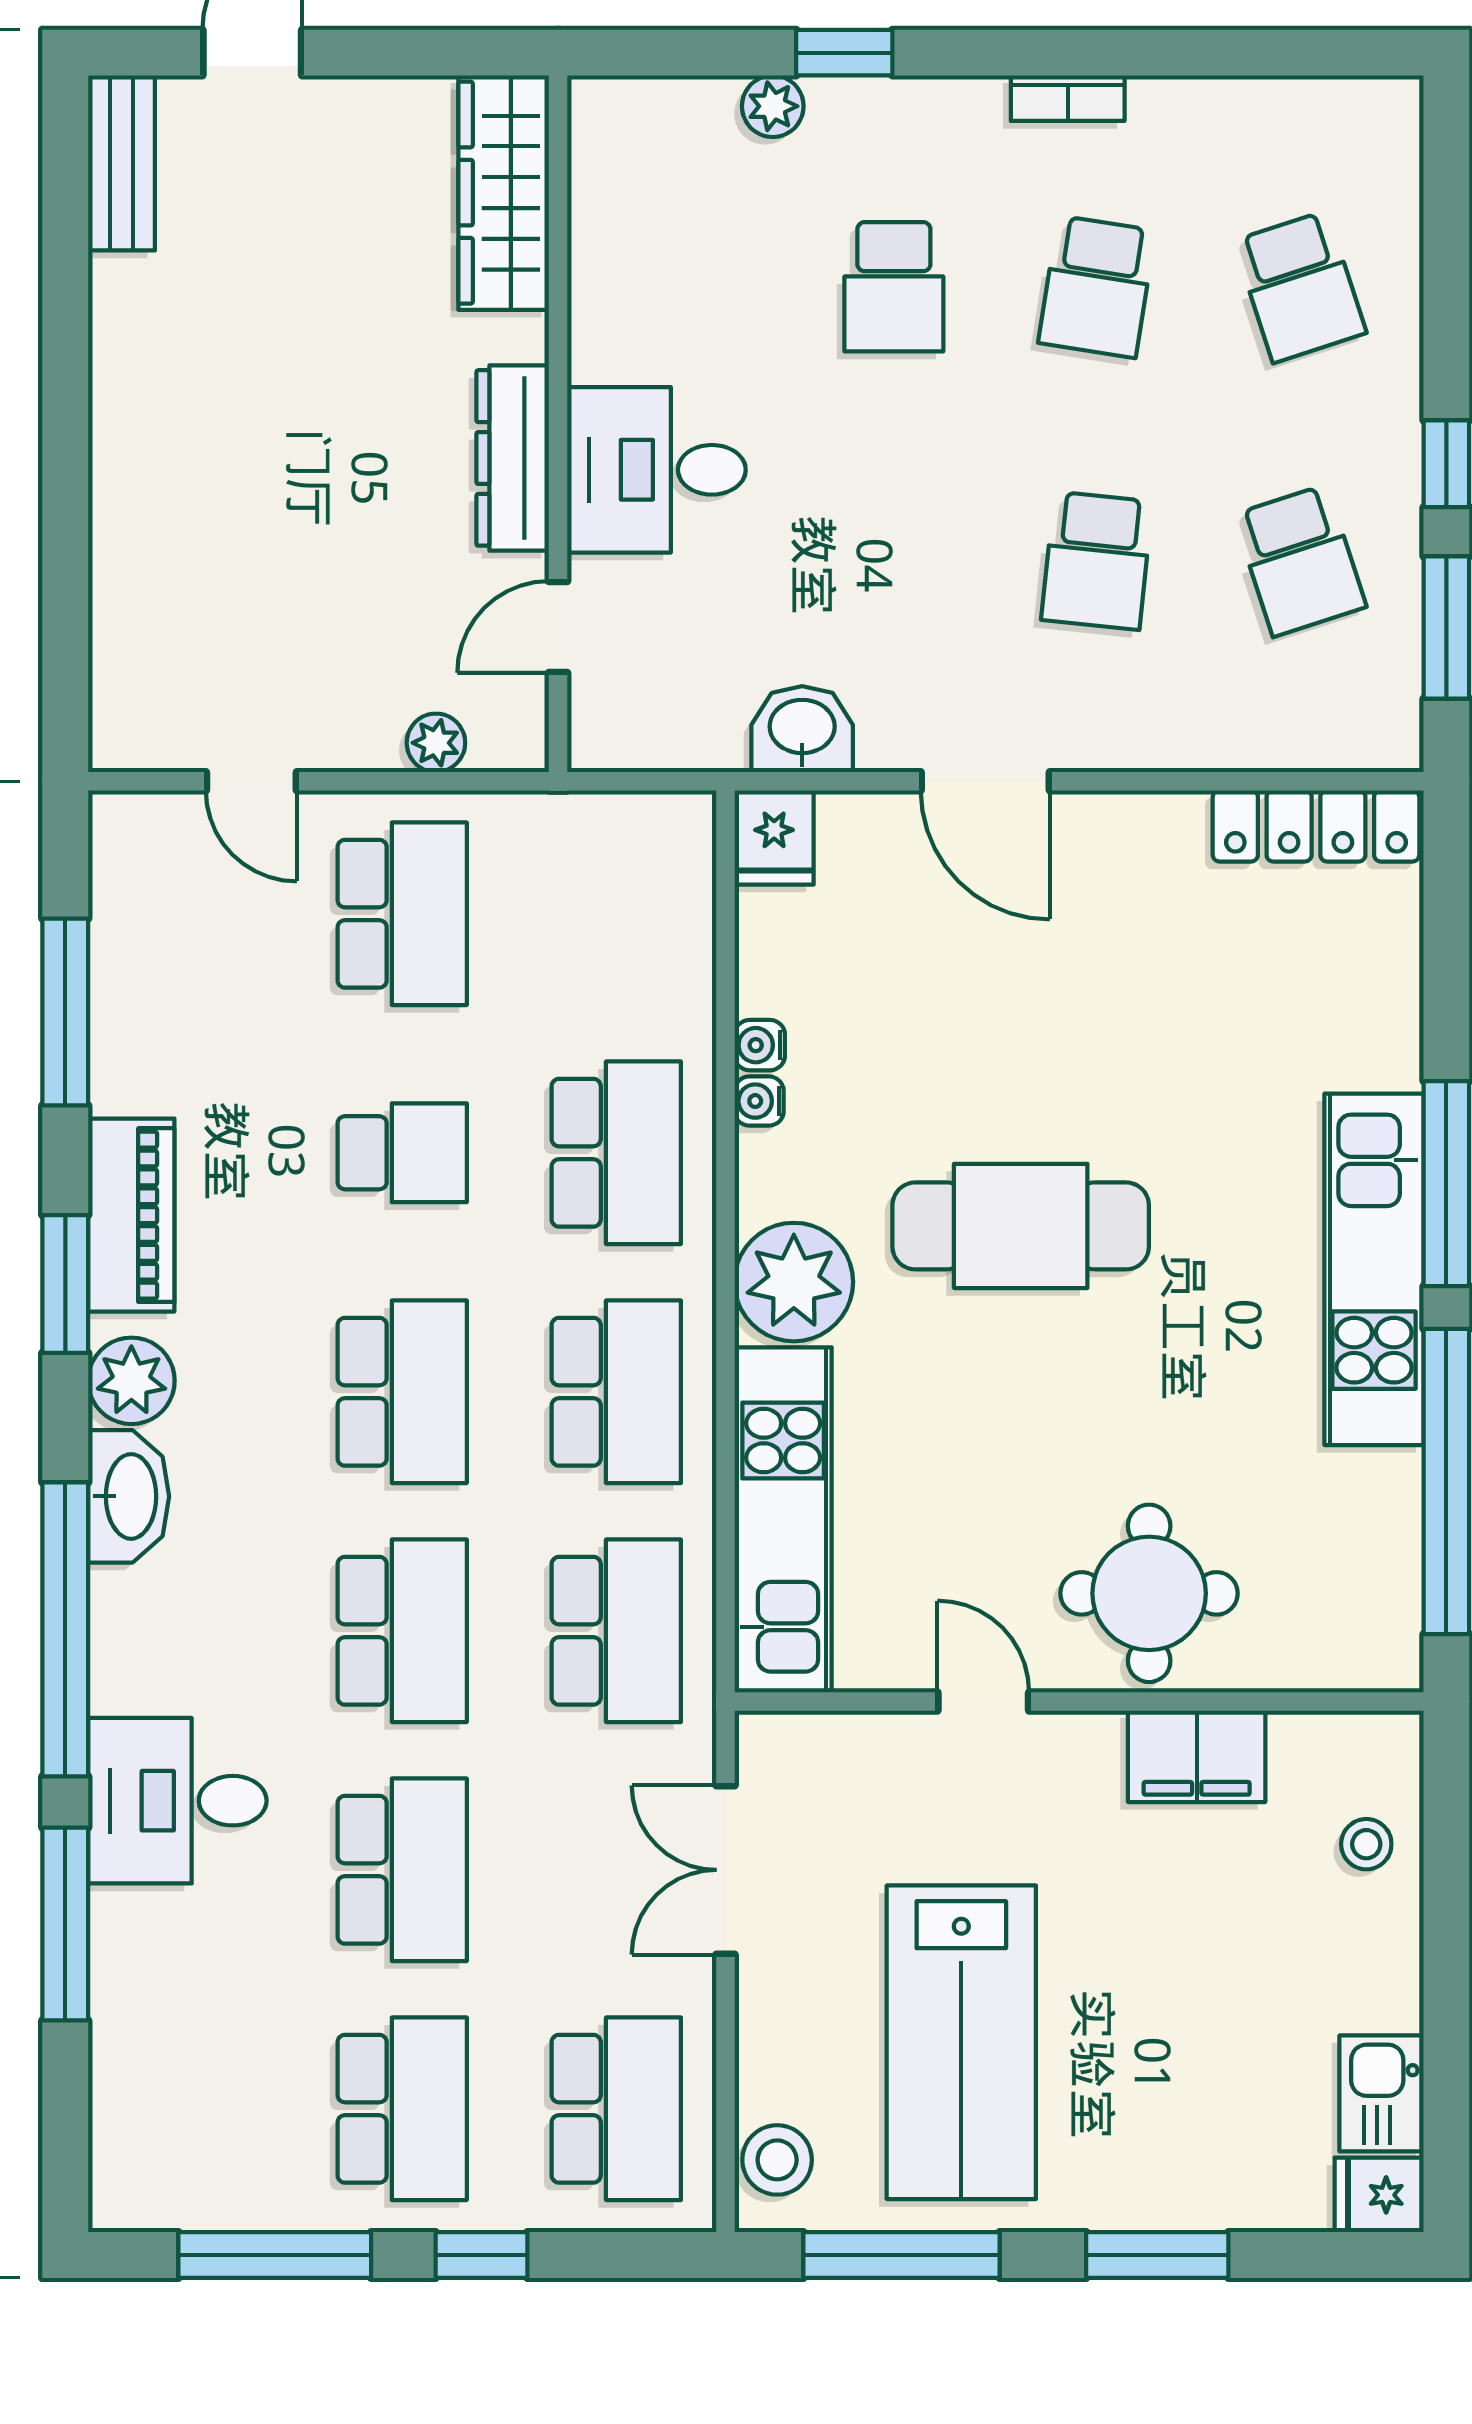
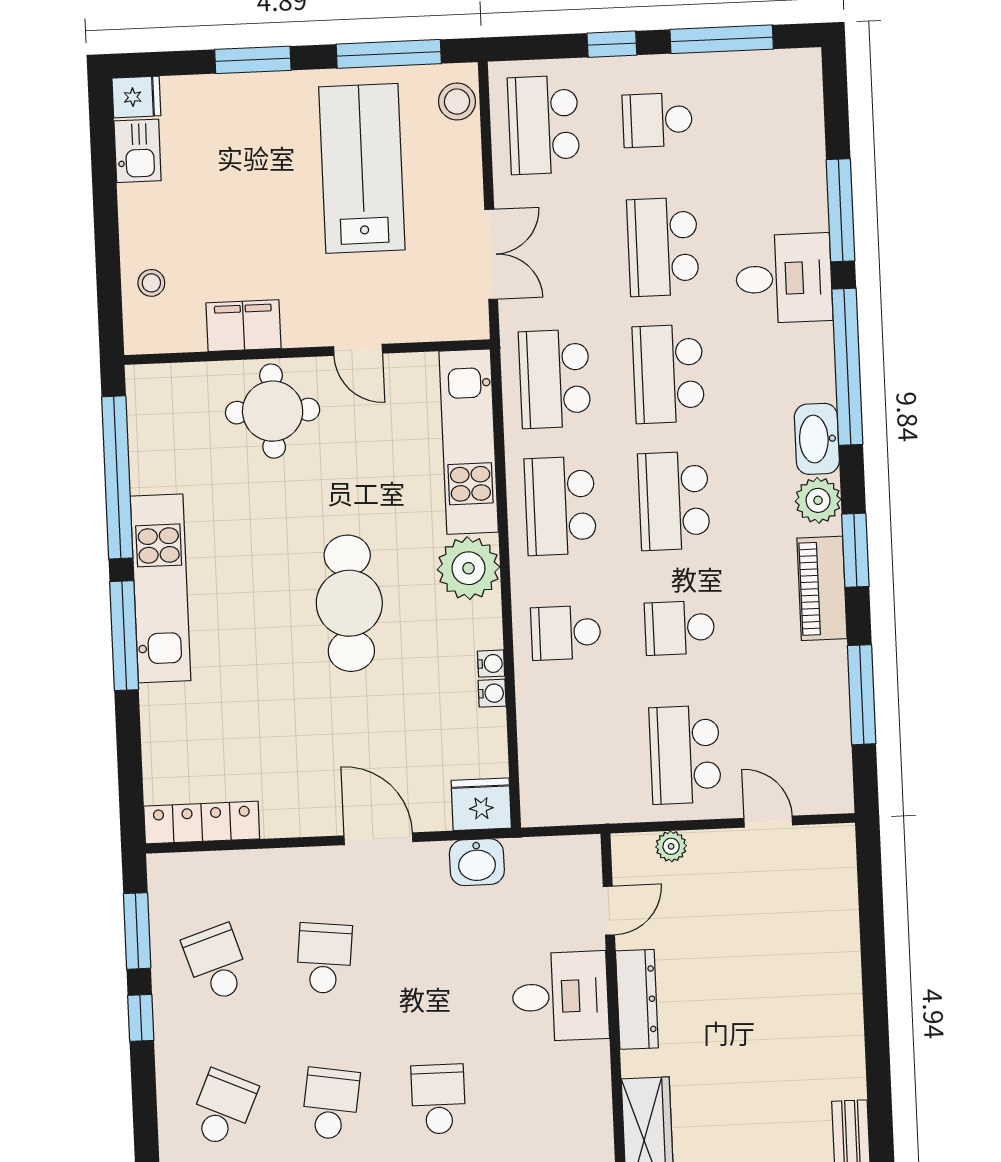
school desk: (1300, 287) -> (223, 1109), turned 42
fridge: (774, 837) -> (481, 804), width x1.38
school desk: (616, 1153) -> (566, 633), width x0.54
cafe table: (1021, 1226) -> (349, 603), turned 90
school desk: (402, 2109) -> (657, 120), width x0.54

